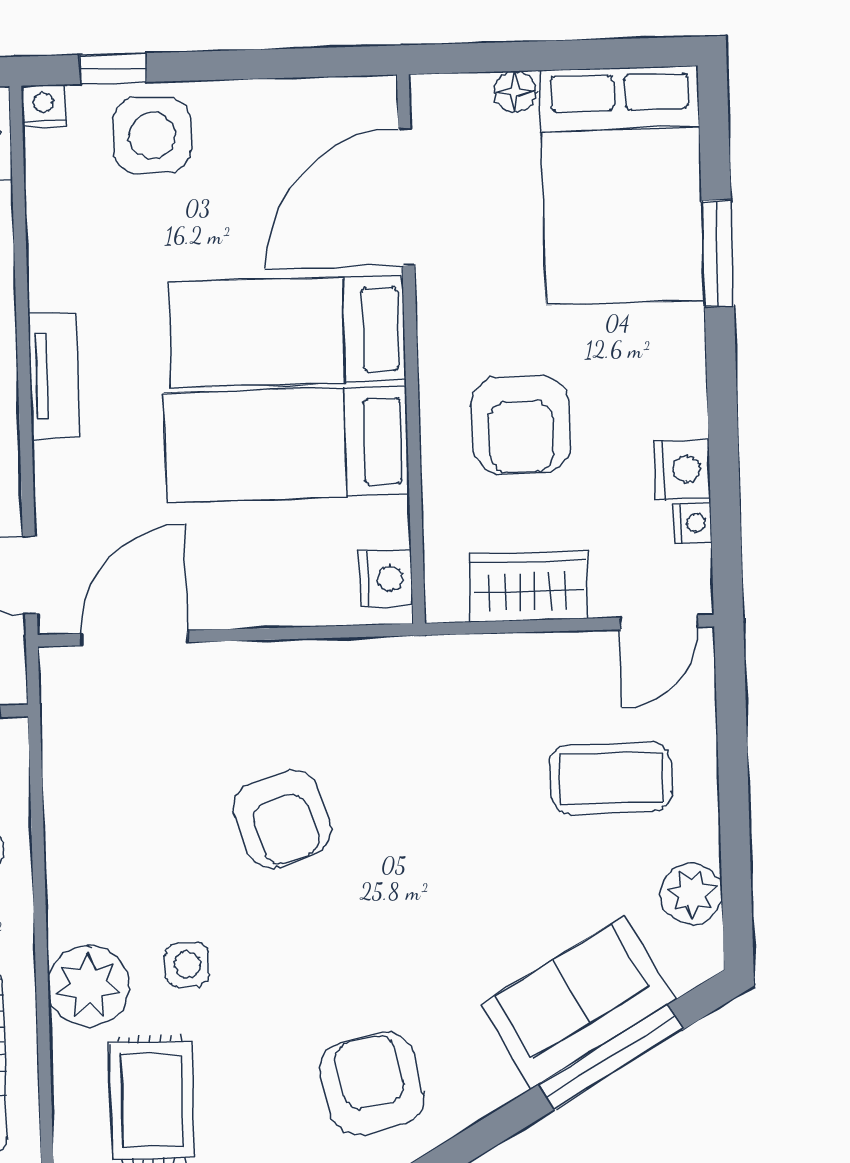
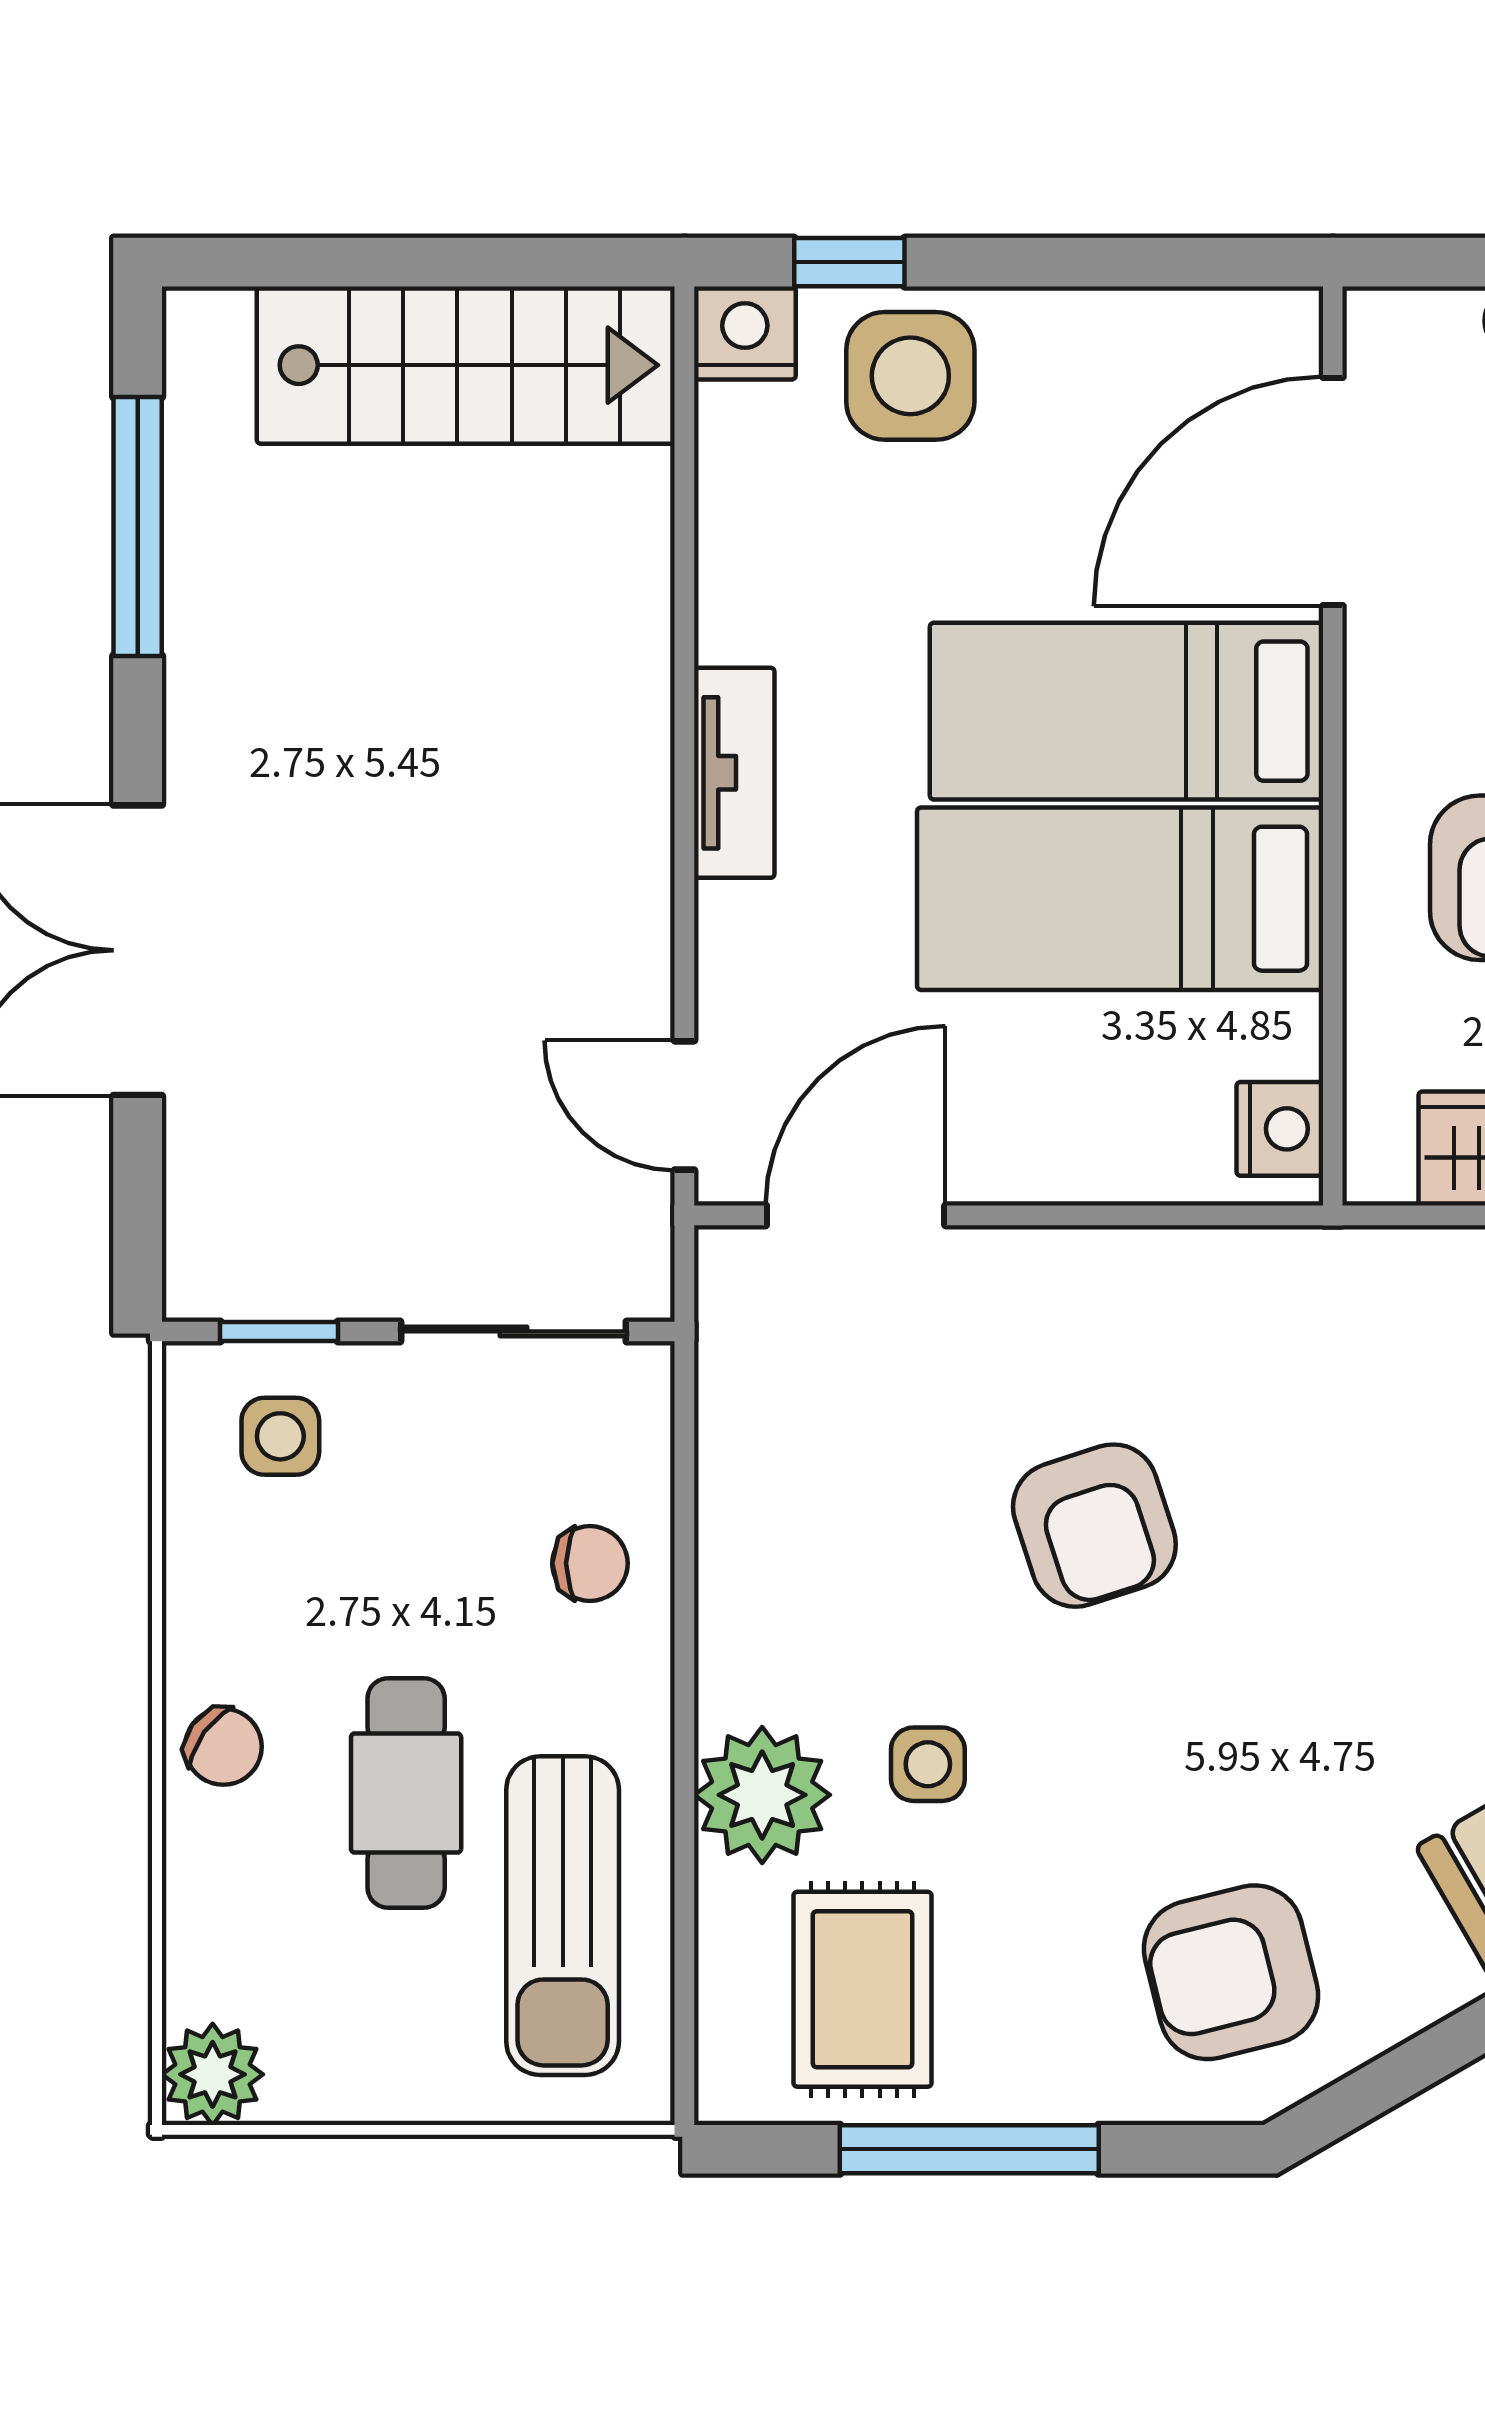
nightstand: (44, 106) -> (745, 333), width x1.39, depth x1.35
armchair: (372, 1083) -> (1231, 1972), turned -92

